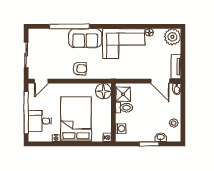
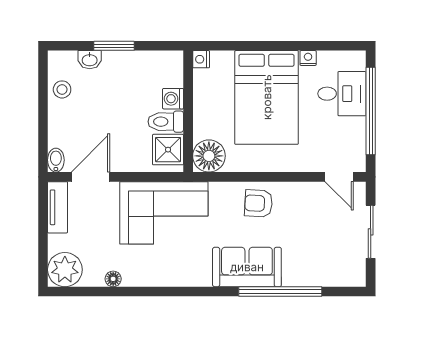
corner sofa: (124, 44) -> (164, 213), moved, turned 180
door: (41, 81) -> (339, 177), swing flipped
door: (160, 81) -> (91, 177), hinge flipped
washing machine: (121, 129) -> (173, 99), moved

